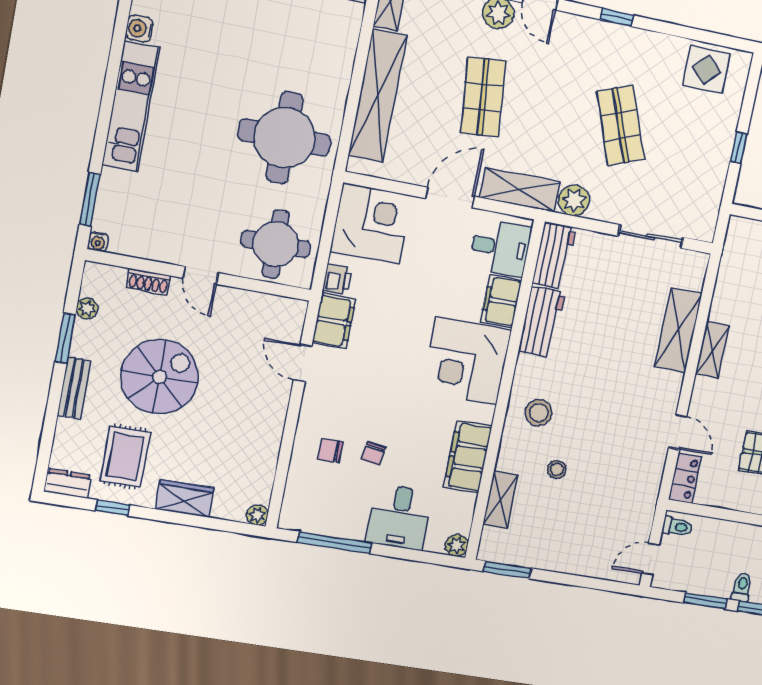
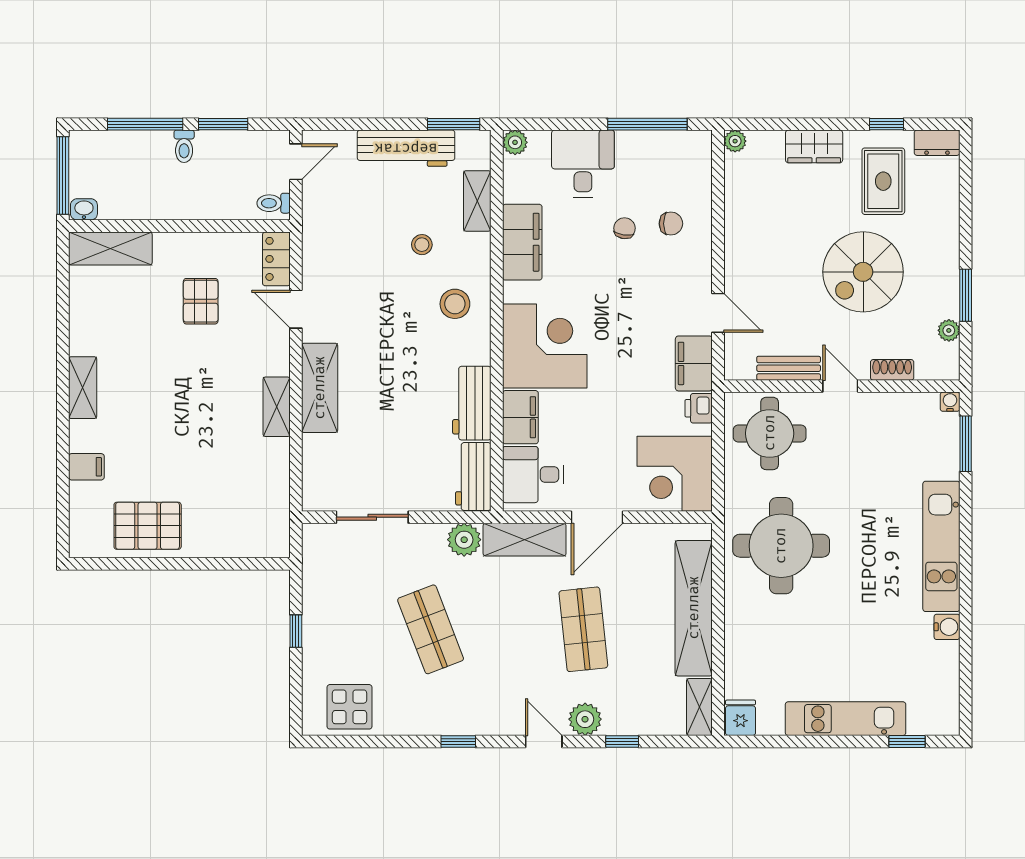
shelving: (678, 330) -> (320, 388), moved
bench: (74, 388) -> (789, 368), moved, turned 90
workbench: (553, 556) -> (406, 148), added

